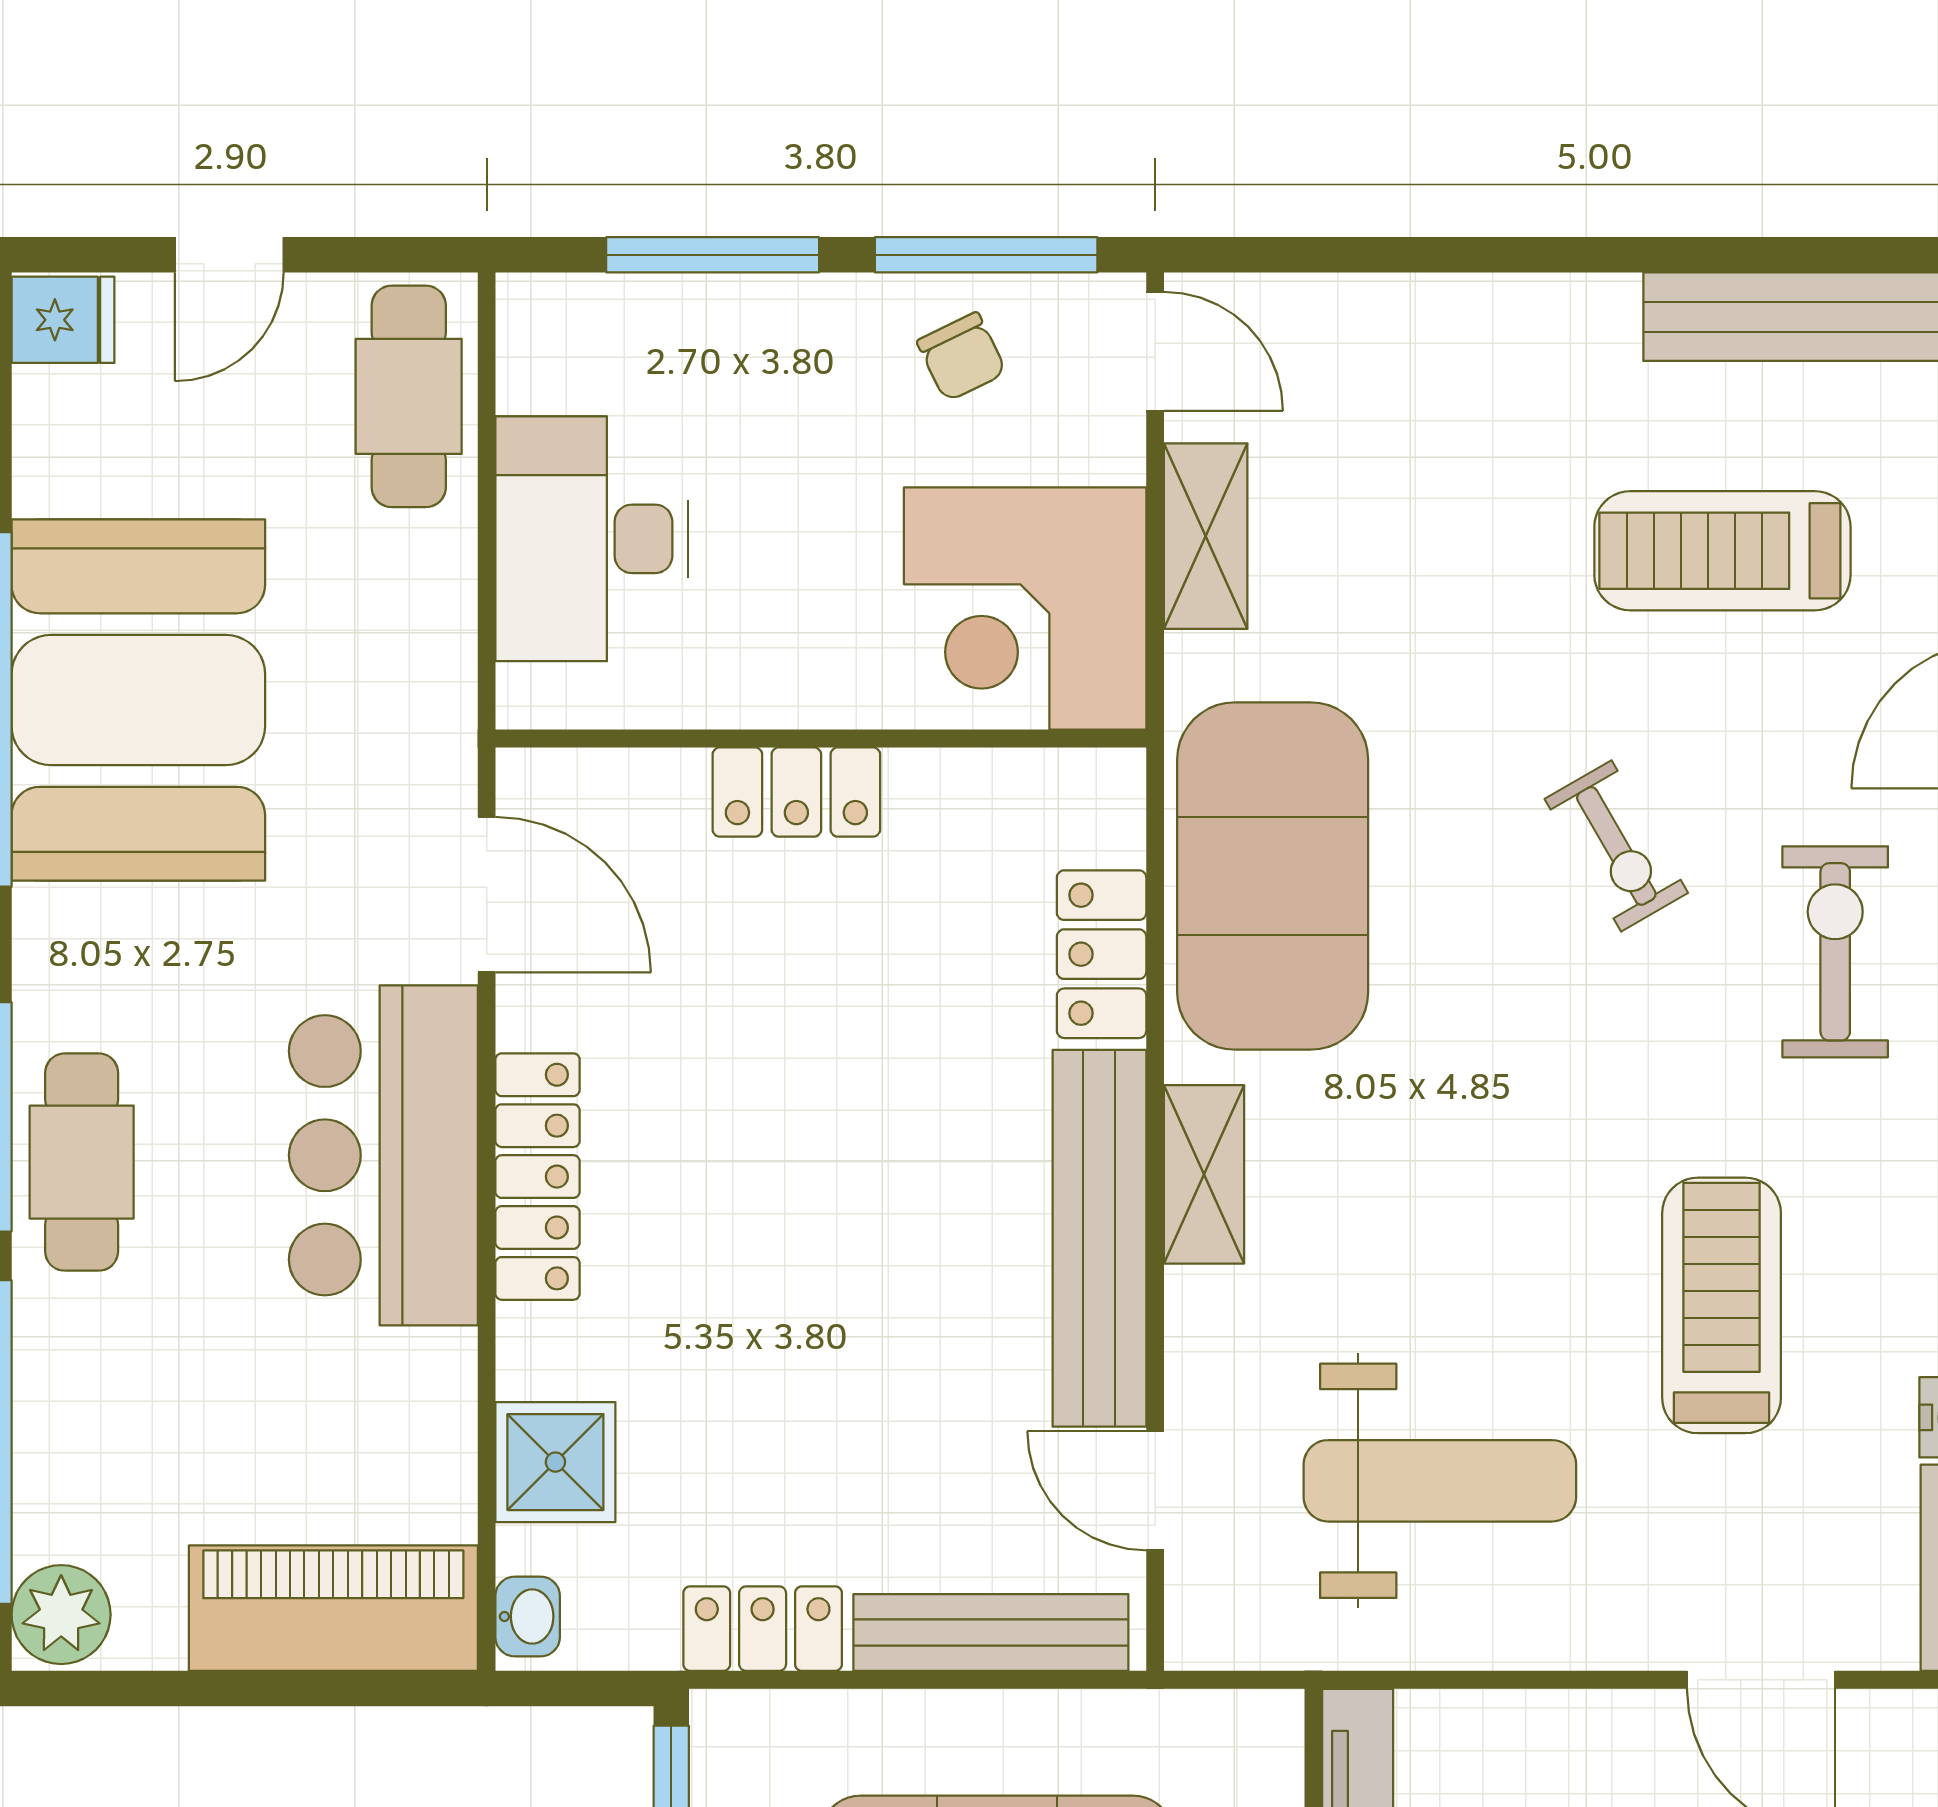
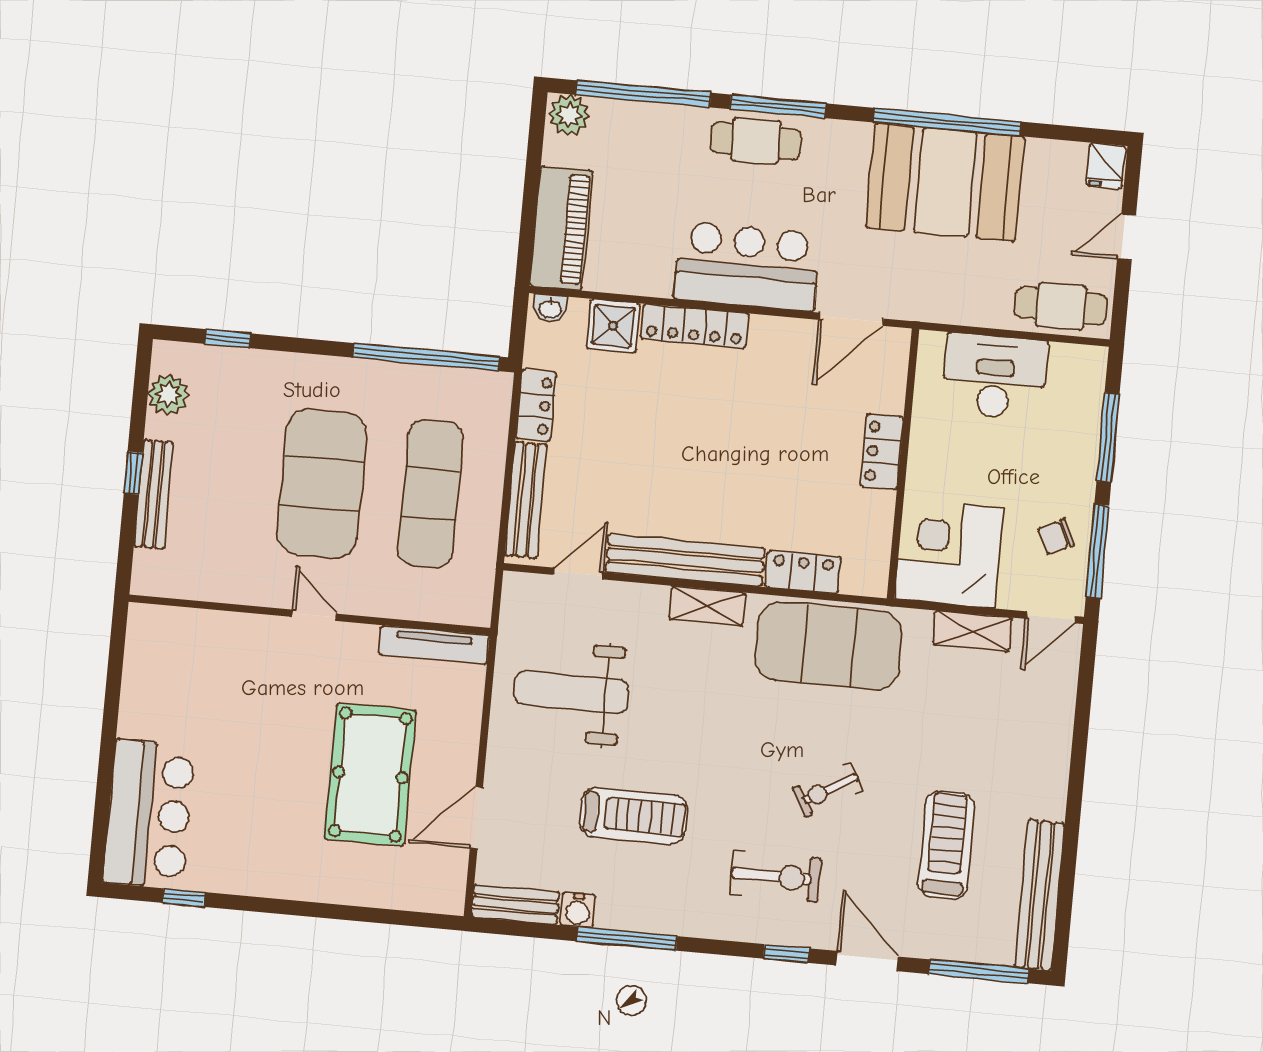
door: (229, 255) -> (1127, 237), hinge flipped
locker: (538, 1177) -> (695, 326), moved
weight bench: (1440, 1481) -> (571, 692), turned 90

